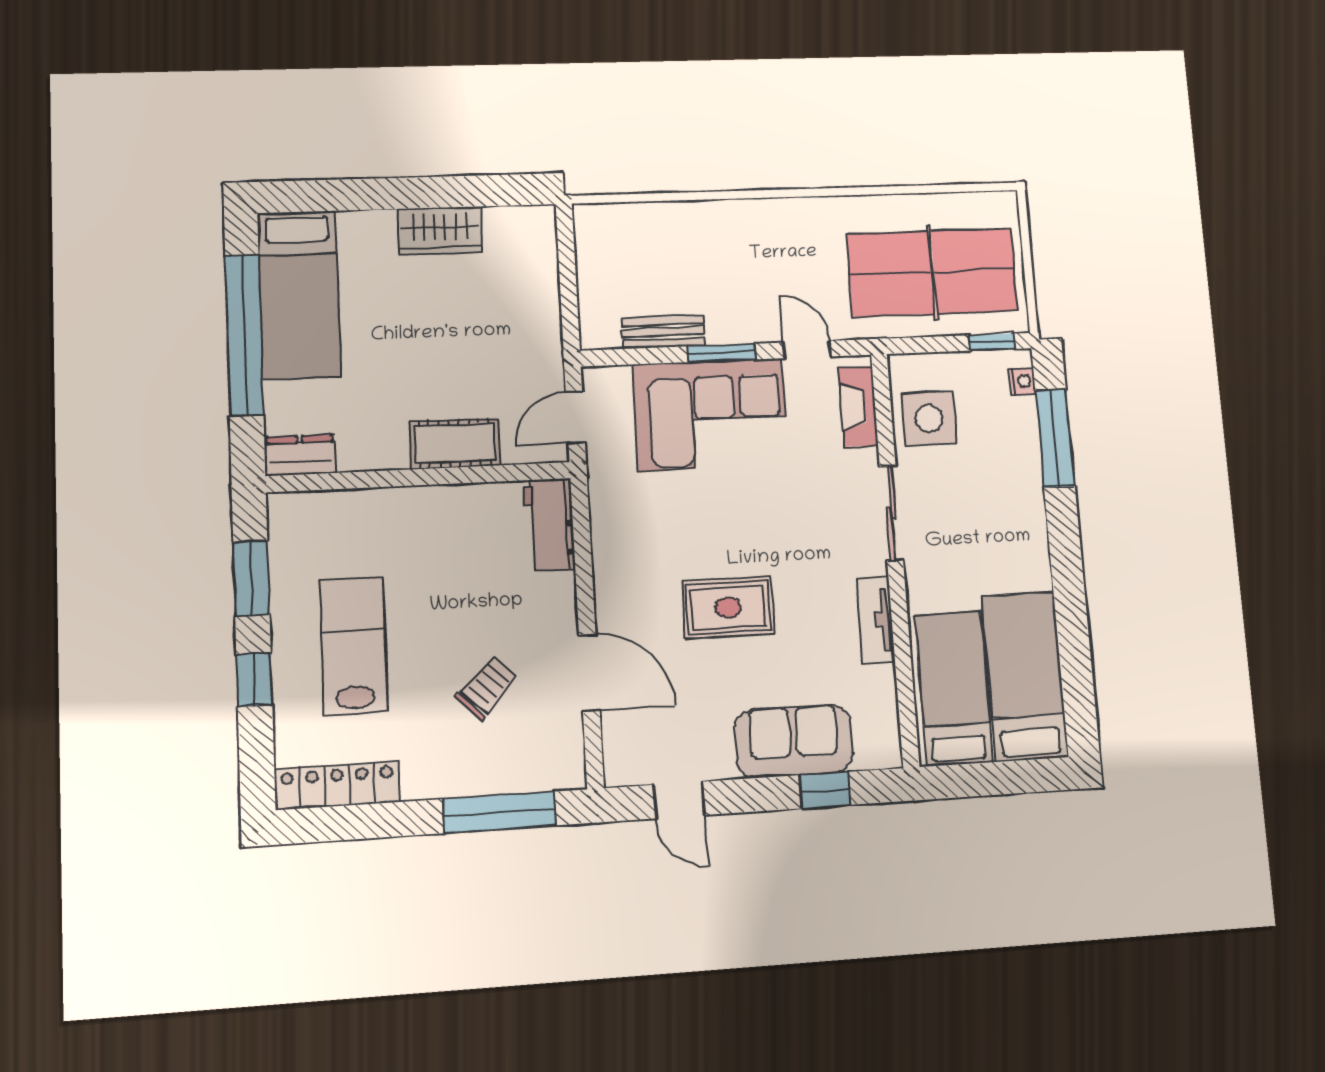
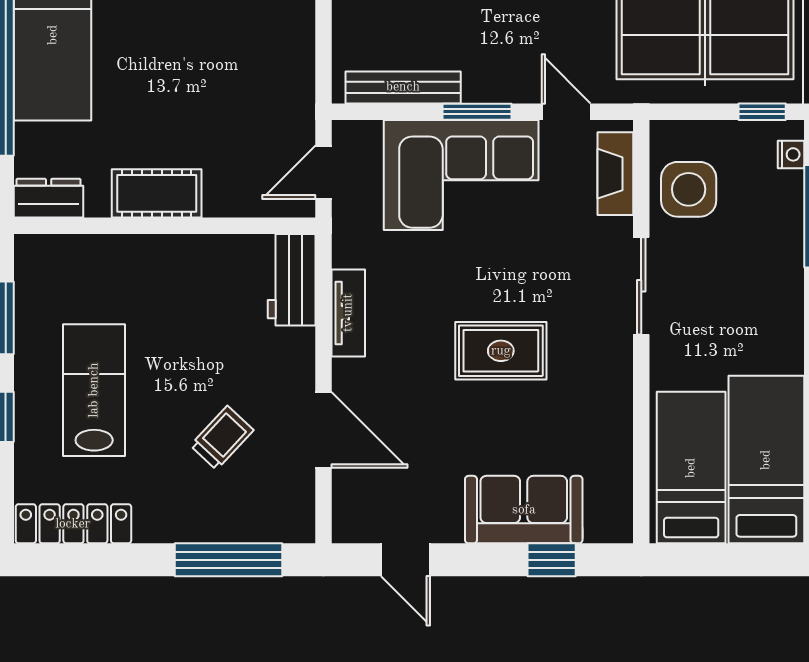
bench: (664, 332) -> (403, 87), width x1.36
cot: (455, 443) -> (157, 193), moved
rug: (728, 608) -> (501, 351), moved
tv unit: (876, 620) -> (348, 313), moved, turned 180

